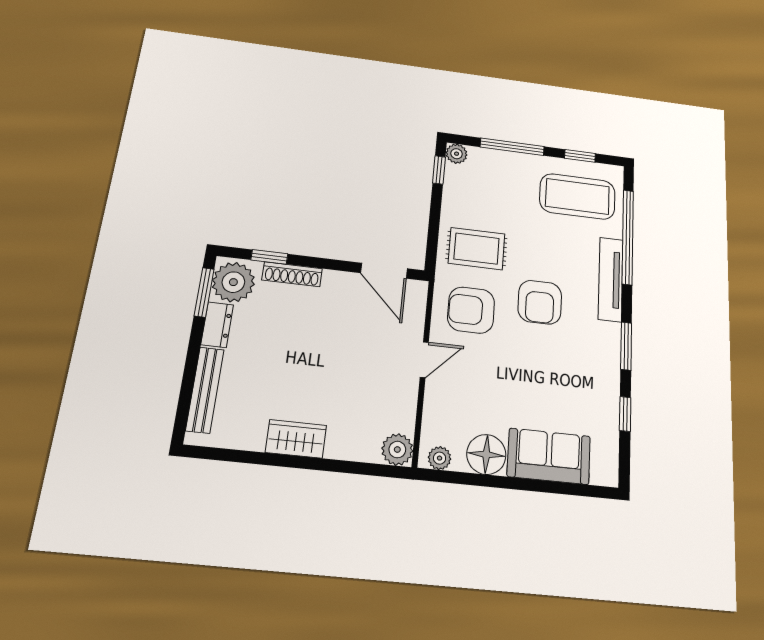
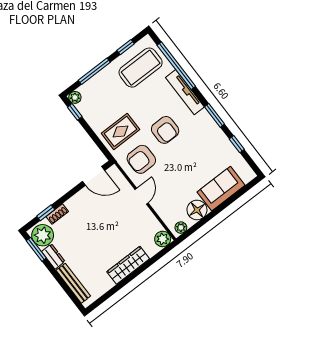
shoe rack: (292, 274) -> (57, 214), width x0.70
wardrobe: (296, 439) -> (128, 265), width x1.50

